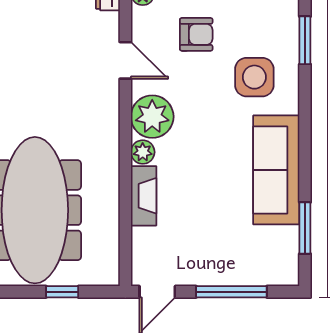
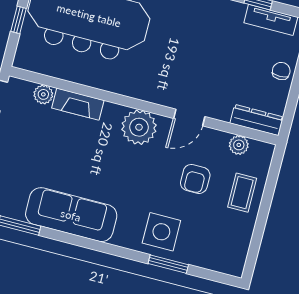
side table: (254, 77) -> (161, 232), moved
plant: (143, 152) -> (43, 94), moved

